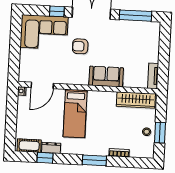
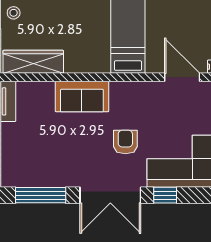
armchair: (80, 46) -> (125, 142), turned -90
door: (42, 85) -> (182, 77), hinge flipped

